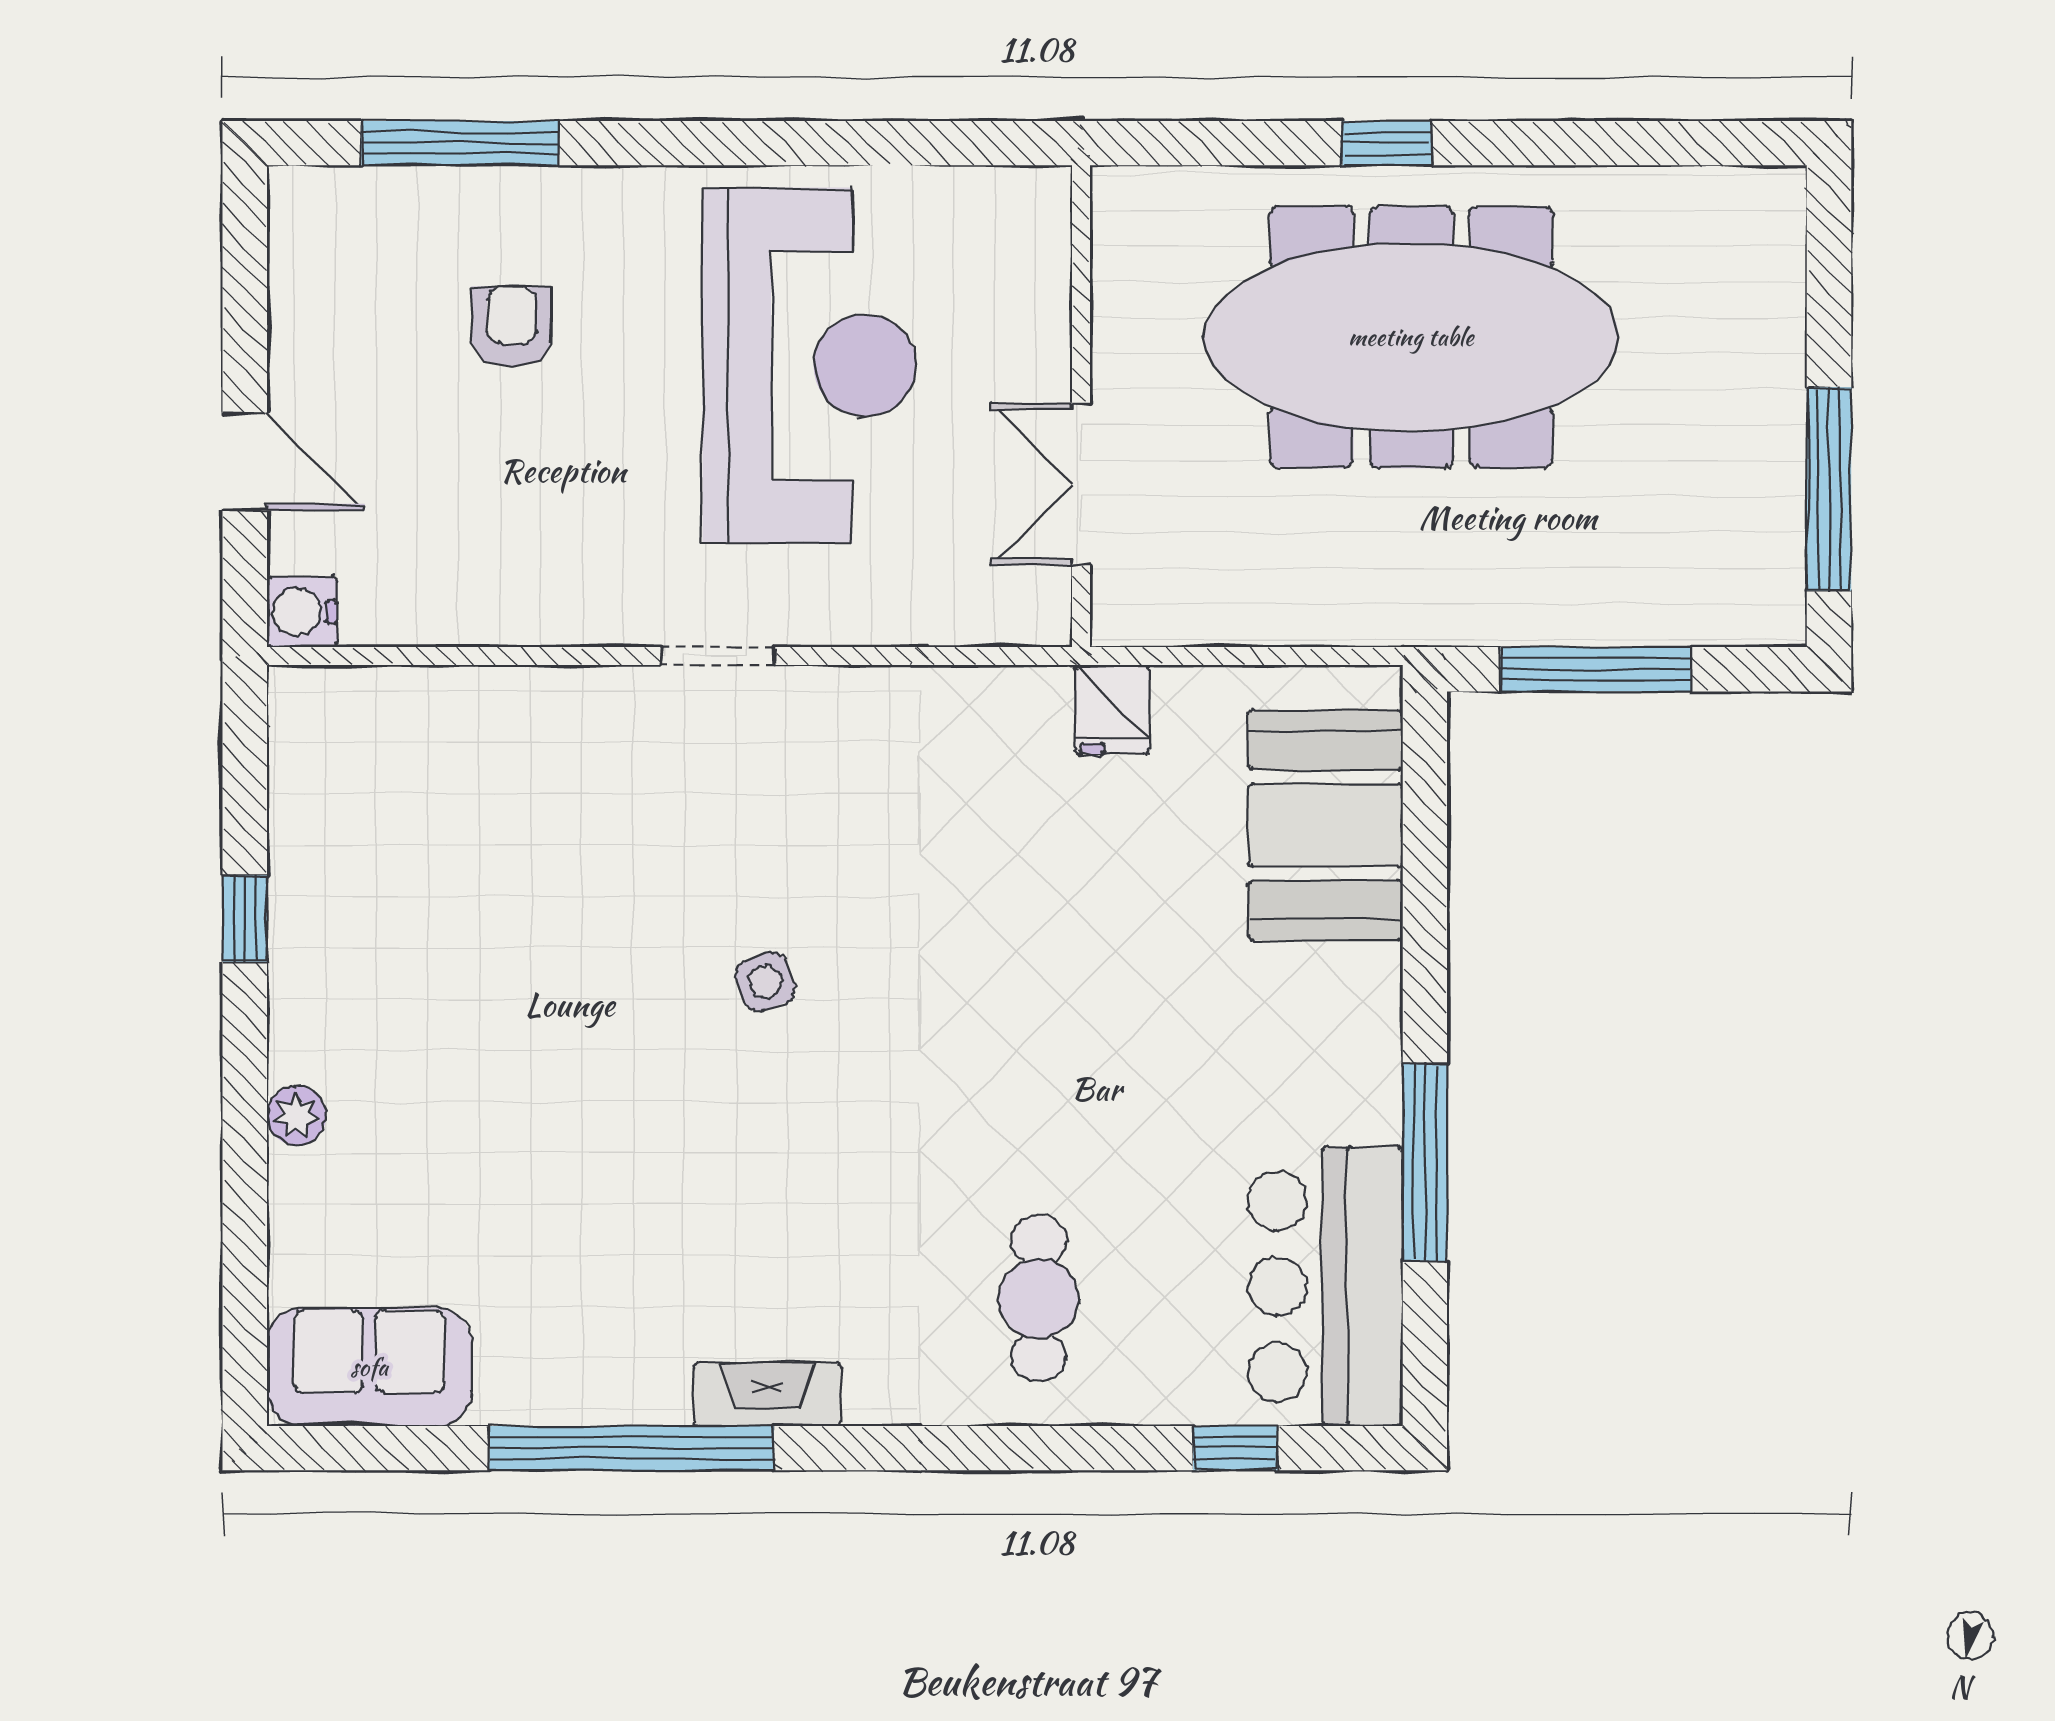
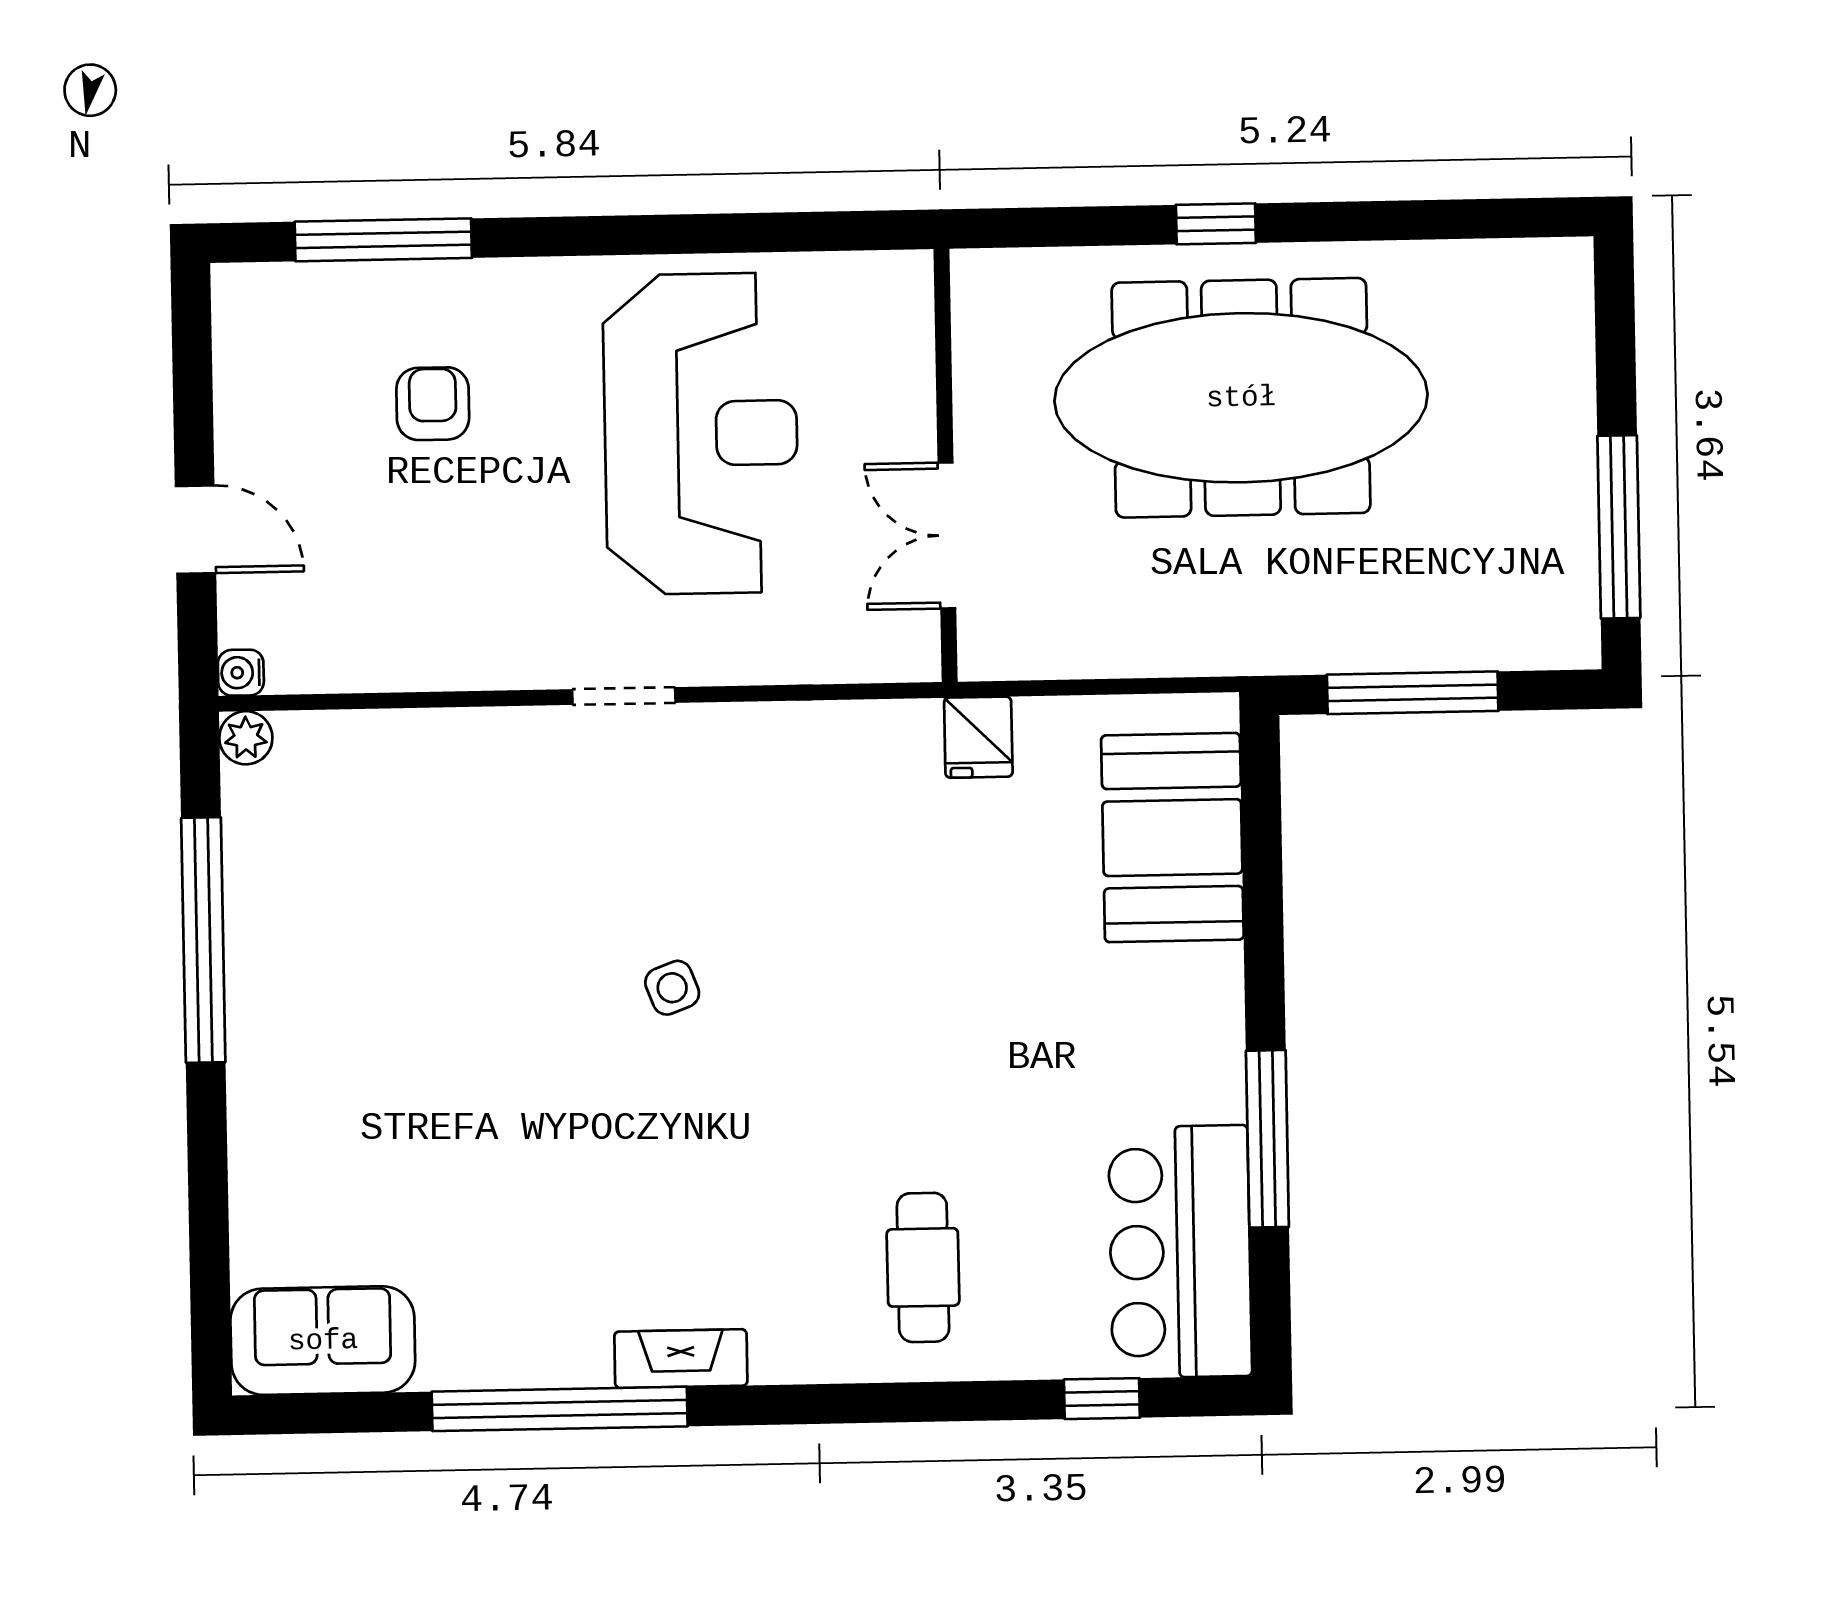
water cooler: (302, 612) -> (241, 673), width x0.72, depth x0.72
window: (245, 919) -> (203, 940), width x3.17
plant: (296, 1115) -> (246, 738), moved

